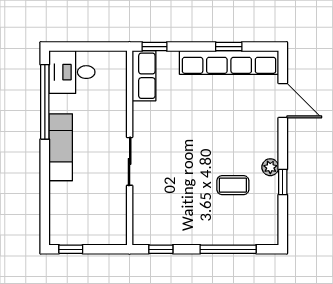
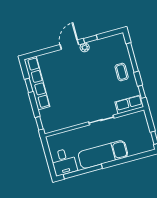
row of seats: (144, 76) -> (129, 104), moved
door: (283, 100) -> (69, 45), moved
exam couch: (61, 147) -> (103, 154), width x1.36, depth x1.45
coffee table: (233, 185) -> (122, 72), moved

